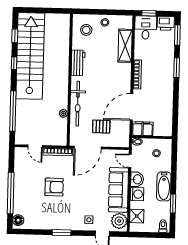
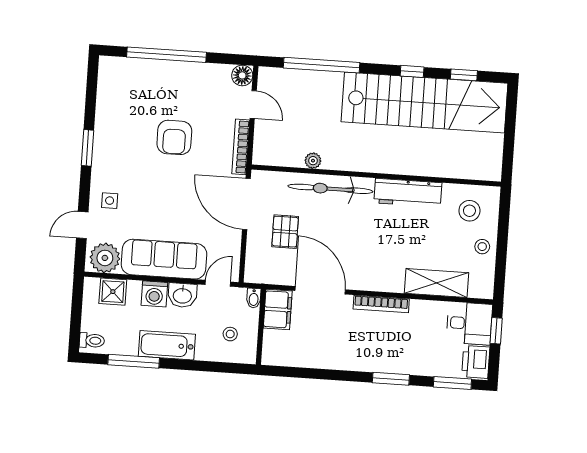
workbench: (78, 63) -> (408, 193), width x1.38
door: (35, 146) -> (253, 105), swing flipped
window: (173, 204) -> (134, 361), width x1.44
floor lamp: (18, 220) -> (242, 75), moved

